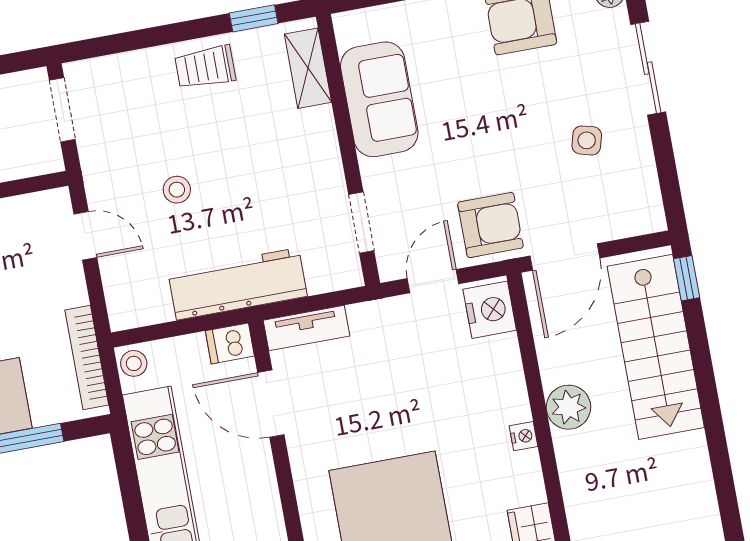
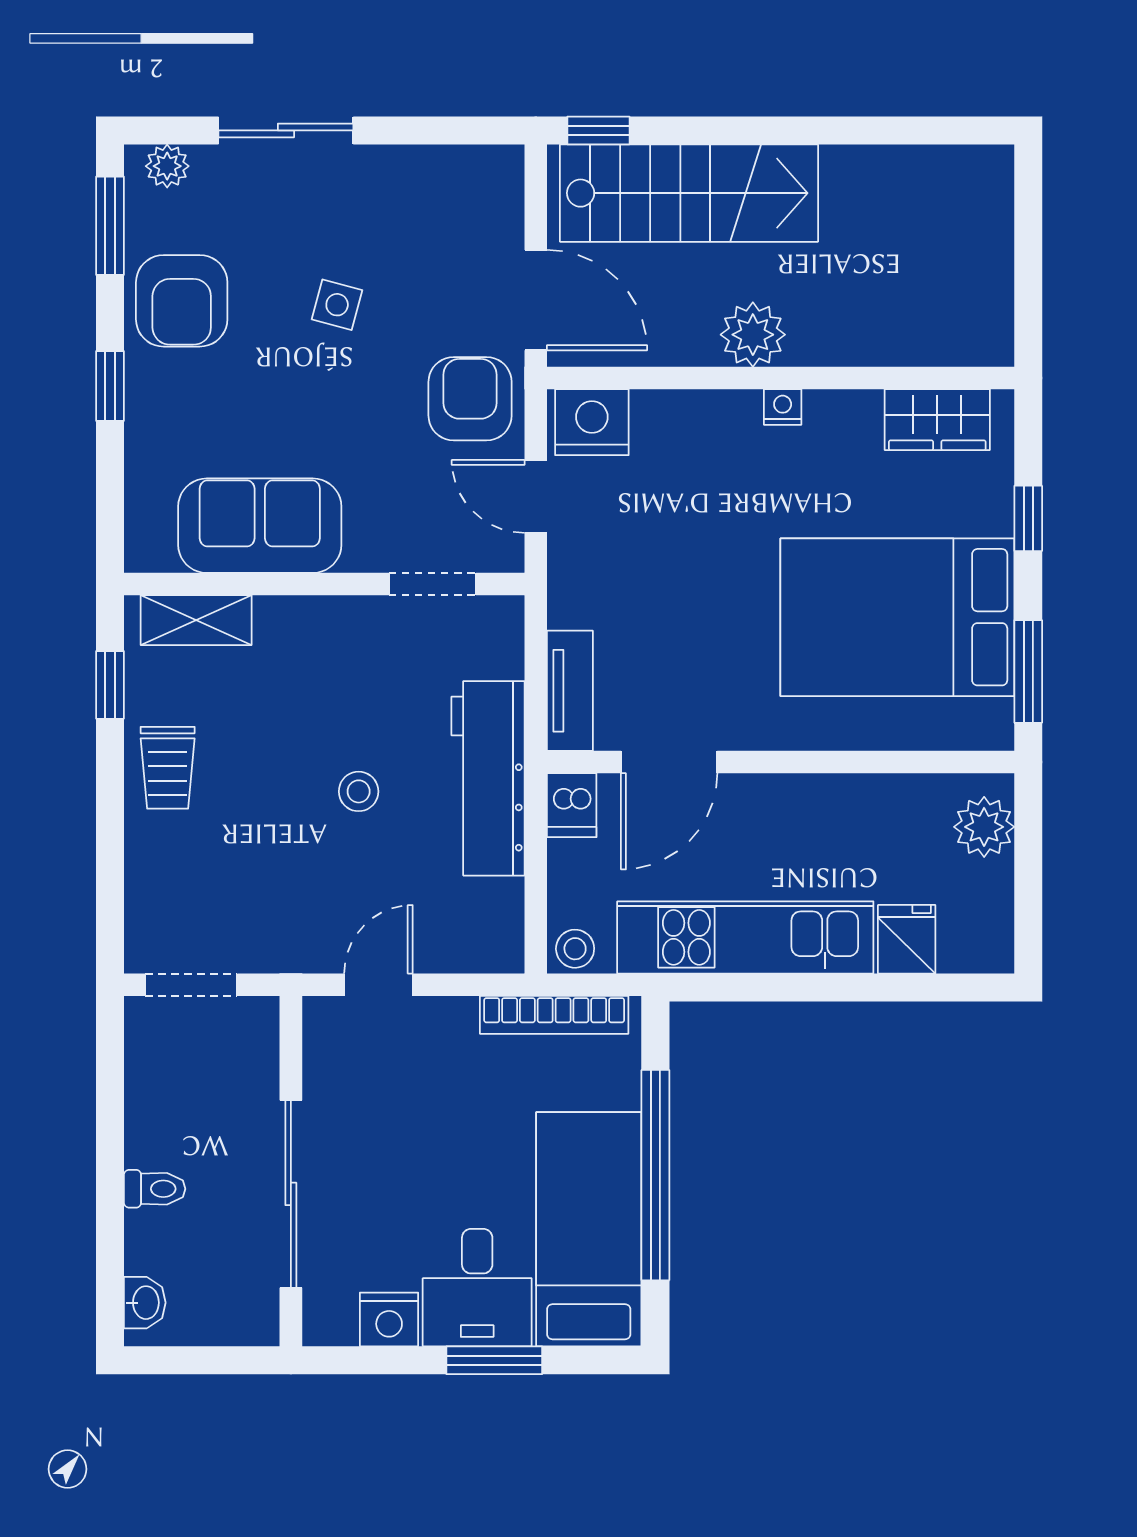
side table: (587, 140) -> (337, 305), moved
stool: (177, 190) -> (359, 791), moved

